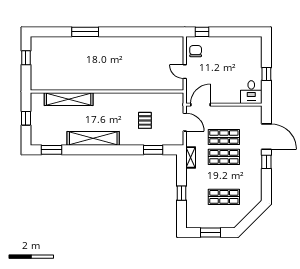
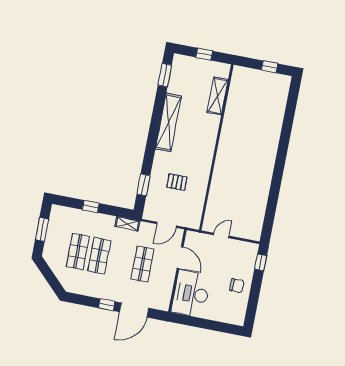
window: (85, 32) -> (285, 136), removed
chair: (196, 51) -> (237, 286), moved
window: (266, 74) -> (202, 323), removed
desk: (251, 92) -> (191, 294), width x1.87, depth x1.30
shelving: (69, 99) -> (218, 96), width x0.68
door: (201, 105) -> (180, 257), moved
shop shelf: (224, 157) -> (99, 256), moved

